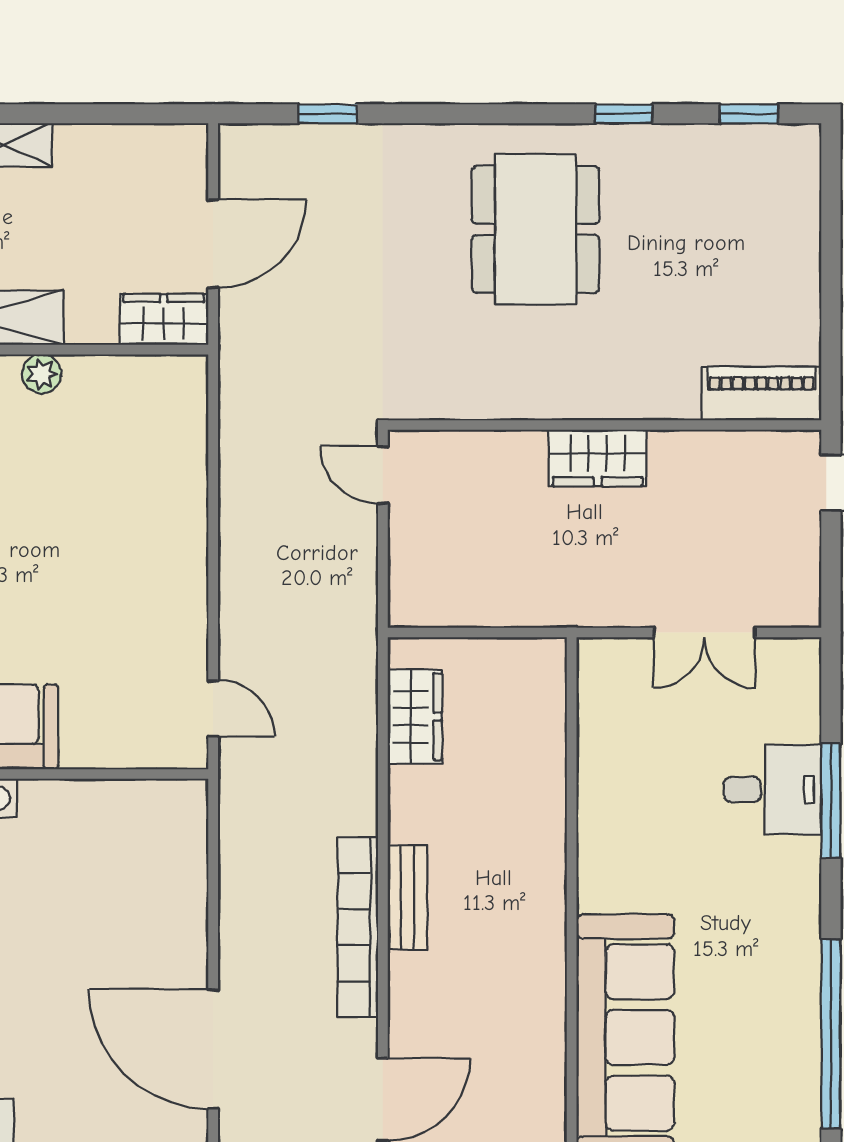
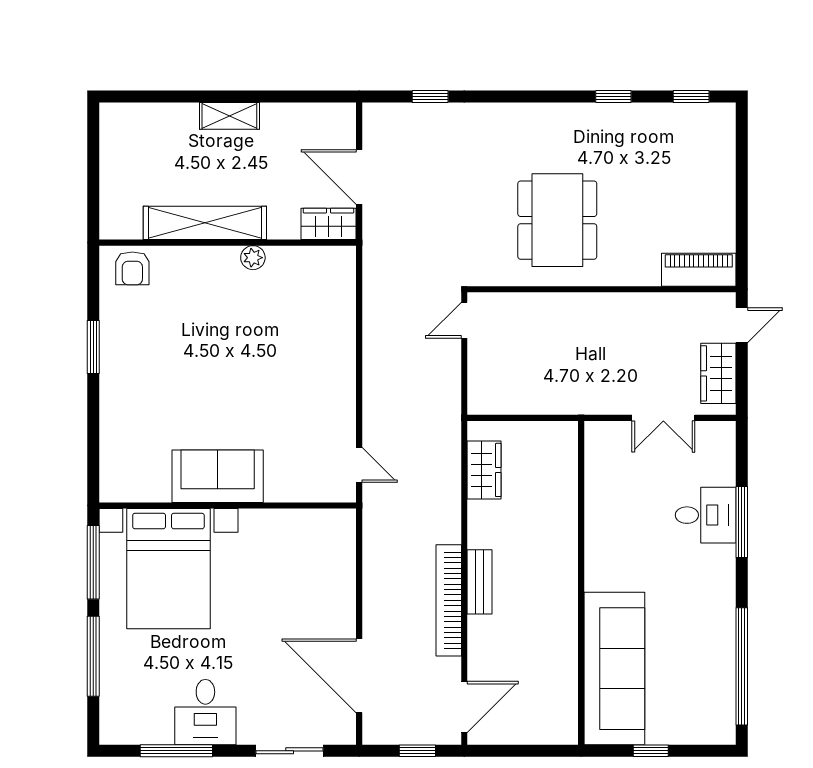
dining table: (536, 229) -> (557, 220), moved
door: (213, 244) -> (359, 177), swing flipped
wardrobe: (598, 458) -> (718, 373), moved, turned 90
door: (383, 475) -> (464, 320), hinge flipped

